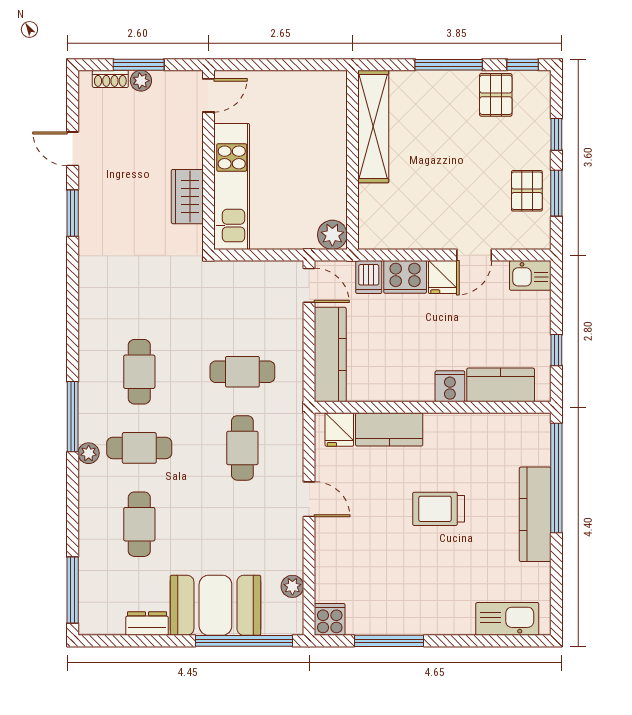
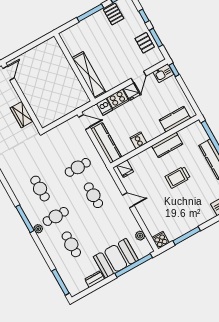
shelving: (373, 127) -> (89, 75), moved
kitchen unit: (232, 186) -> (36, 102), removed
plant: (332, 235) -> (83, 99), removed
window: (556, 350) -> (174, 70), moved
cooker: (450, 386) -> (138, 140), moved
kitchen counter: (389, 429) -> (167, 145), moved

